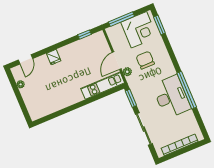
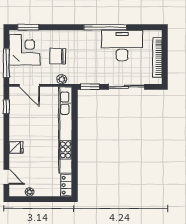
door: (117, 61) -> (29, 85), moved
kitchen unit: (103, 86) -> (65, 130), width x1.86
desk: (171, 97) -> (122, 45), moved
locker: (39, 113) -> (66, 185), added

